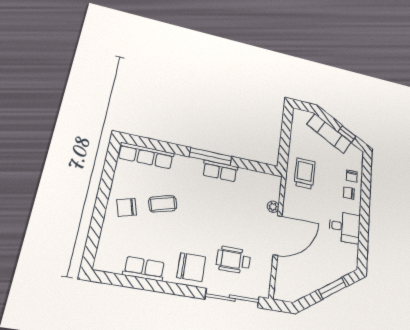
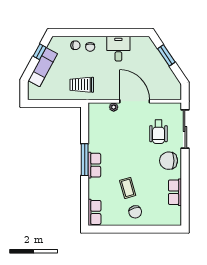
row of seats: (146, 156) -> (94, 212), width x0.68
row of seats: (220, 171) -> (94, 165), moved
chair: (191, 267) -> (169, 161), turned -90

